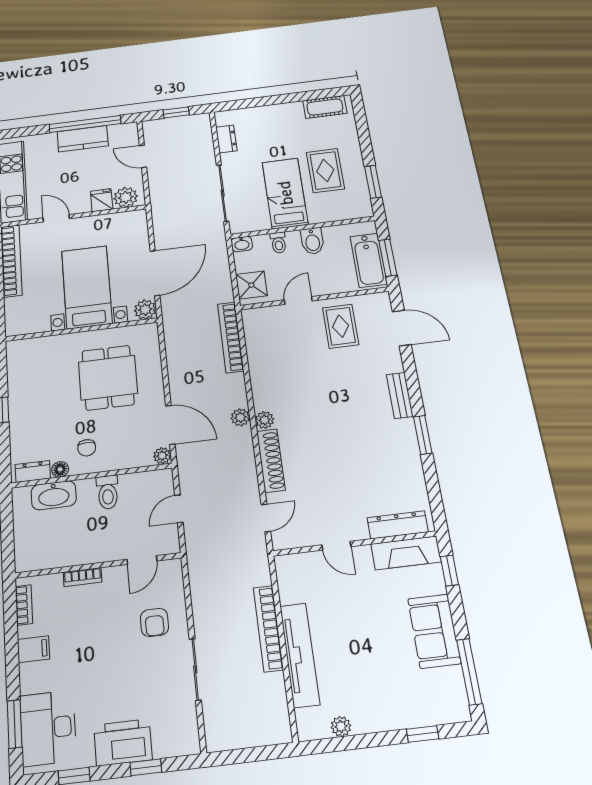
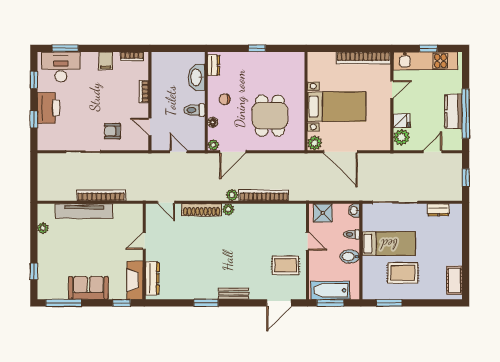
bookcase: (231, 337) -> (264, 195), moved
dining table: (108, 378) -> (270, 116), turned 90
floor lamp: (60, 469) -> (213, 122), moved

